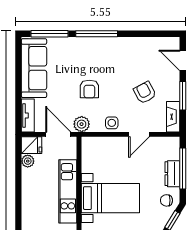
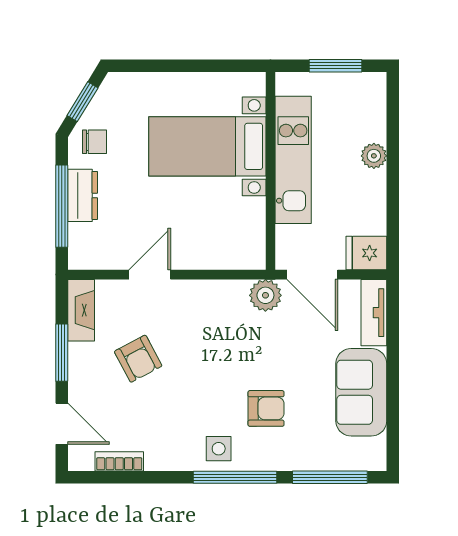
bookcase: (154, 42) -> (119, 461), added
sofa: (34, 68) -> (361, 392), width x0.73
armchair: (89, 89) -> (266, 408), moved, turned 90
side table: (112, 123) -> (219, 449), moved
plant: (28, 161) -> (374, 156), moved

